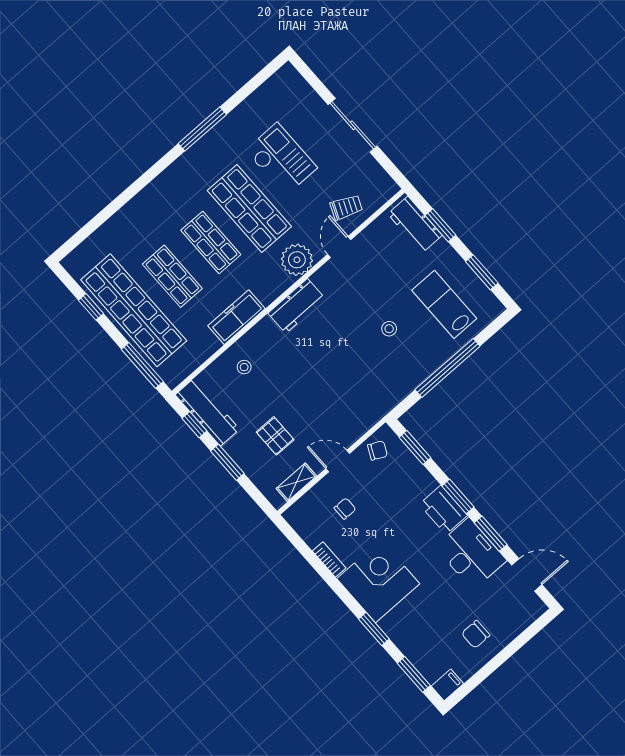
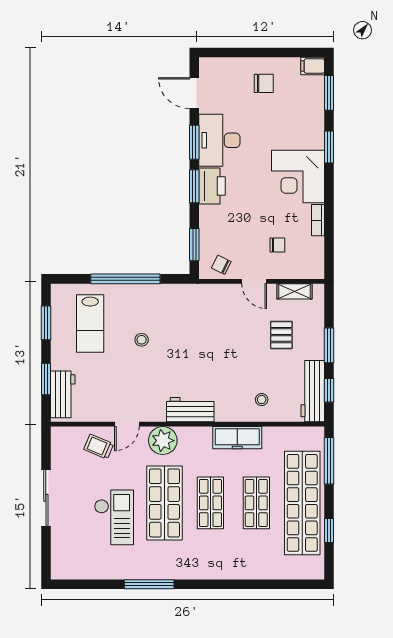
checkout: (281, 159) -> (114, 517), turned 180
chair: (345, 509) -> (277, 245), turned 180

